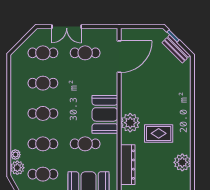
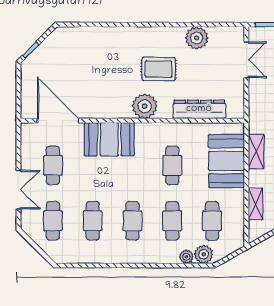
bench: (176, 49) -> (48, 46), removed
booth: (105, 114) -> (109, 139), moved
rug: (159, 133) -> (159, 69), turned 90

